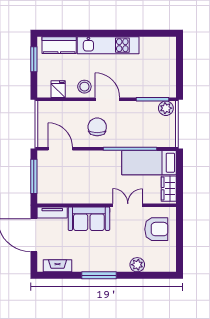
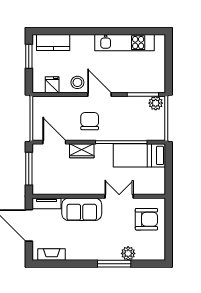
kitchen unit: (108, 45) -> (125, 43), moved
wardrobe: (169, 189) -> (82, 151), moved, turned -90
window: (99, 275) -> (114, 264), moved

